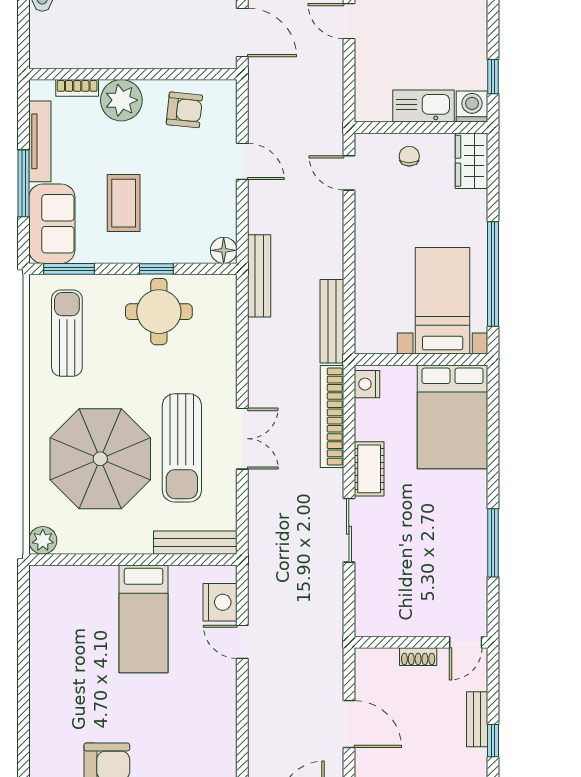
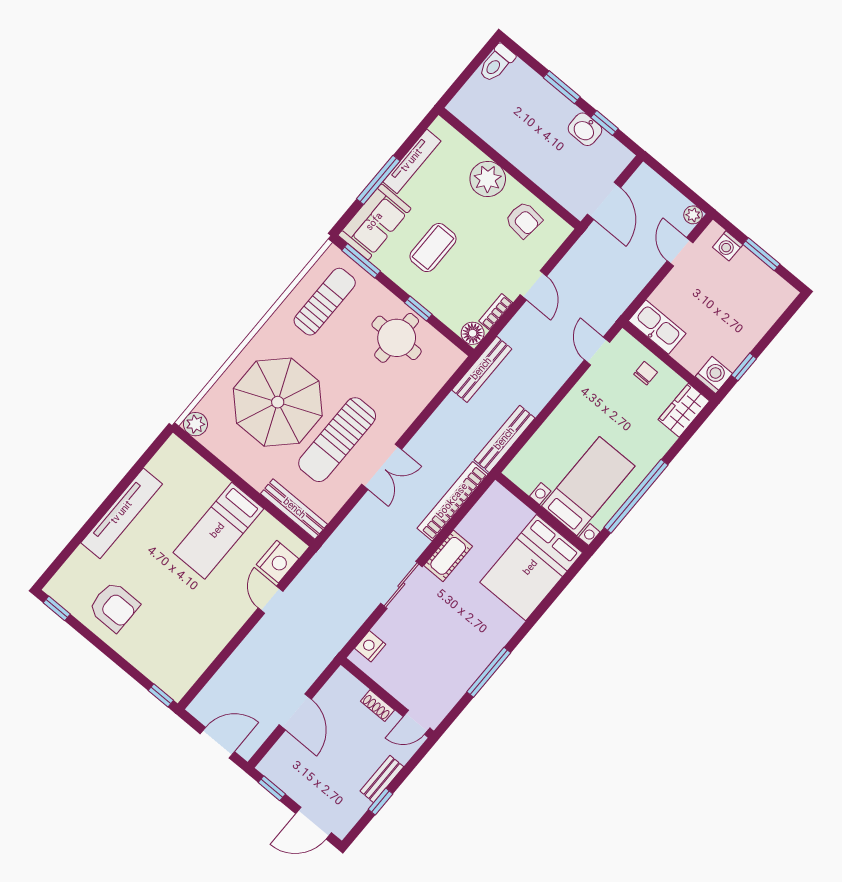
bookcase: (77, 88) -> (496, 312), moved, turned 90
kitchen sink: (423, 106) -> (657, 327), moved
nightstand: (367, 384) -> (370, 646), moved
tv unit: (44, 676) -> (122, 513), added

